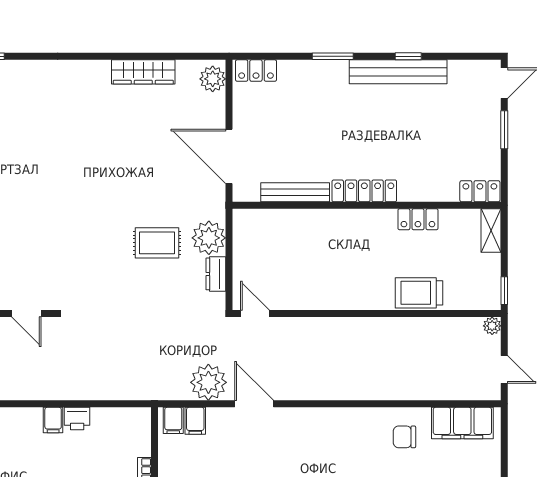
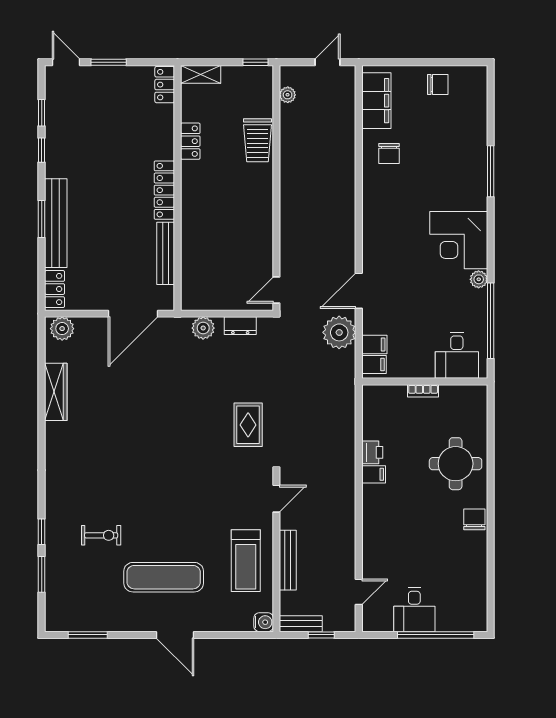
window: (449, 56) -> (42, 113), added
bench: (398, 72) -> (56, 223), moved
plant: (209, 238) -> (203, 328), width x0.73, depth x0.73
rug: (157, 243) -> (248, 425), moved
plant: (492, 326) -> (288, 95), moved

